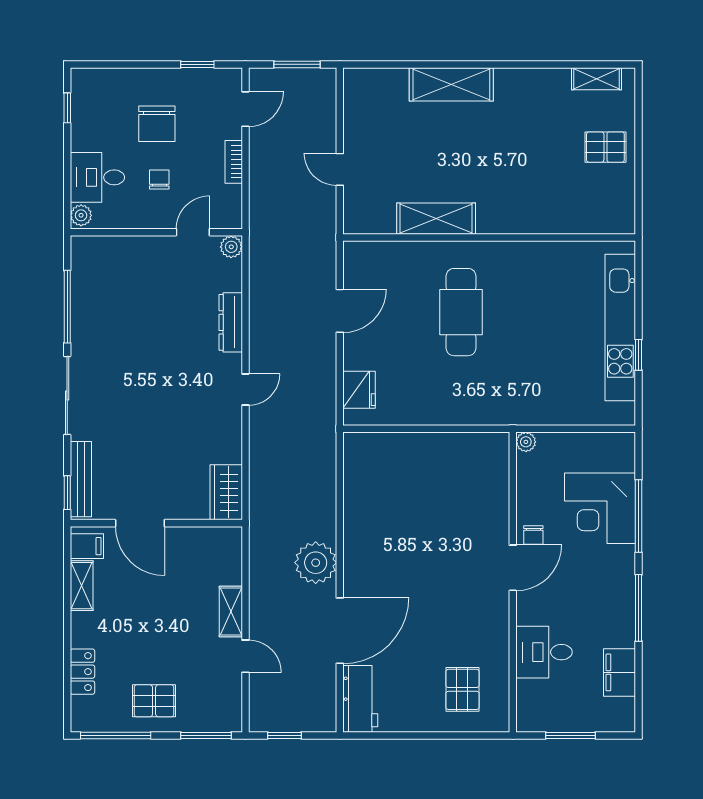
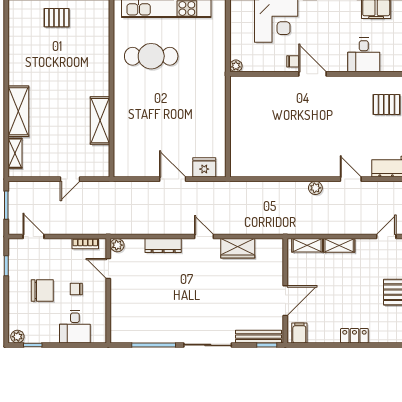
shelving: (596, 79) -> (15, 153), moved
pallet: (605, 147) -> (57, 18), turned 90
bookcase: (234, 162) -> (85, 244), moved
plant: (81, 215) -> (17, 337), moved
door: (340, 311) -> (173, 179), moved
cafe table: (461, 312) -> (151, 56), moved
wardrobe: (226, 492) -> (238, 248), moved
plant: (316, 563) -> (315, 188), width x0.53, depth x0.53
shelving: (82, 586) -> (307, 245), moved
door: (340, 631) -> (351, 179), width x0.53
door: (245, 656) -> (386, 237), moved
locker: (82, 672) -> (354, 336), moved

